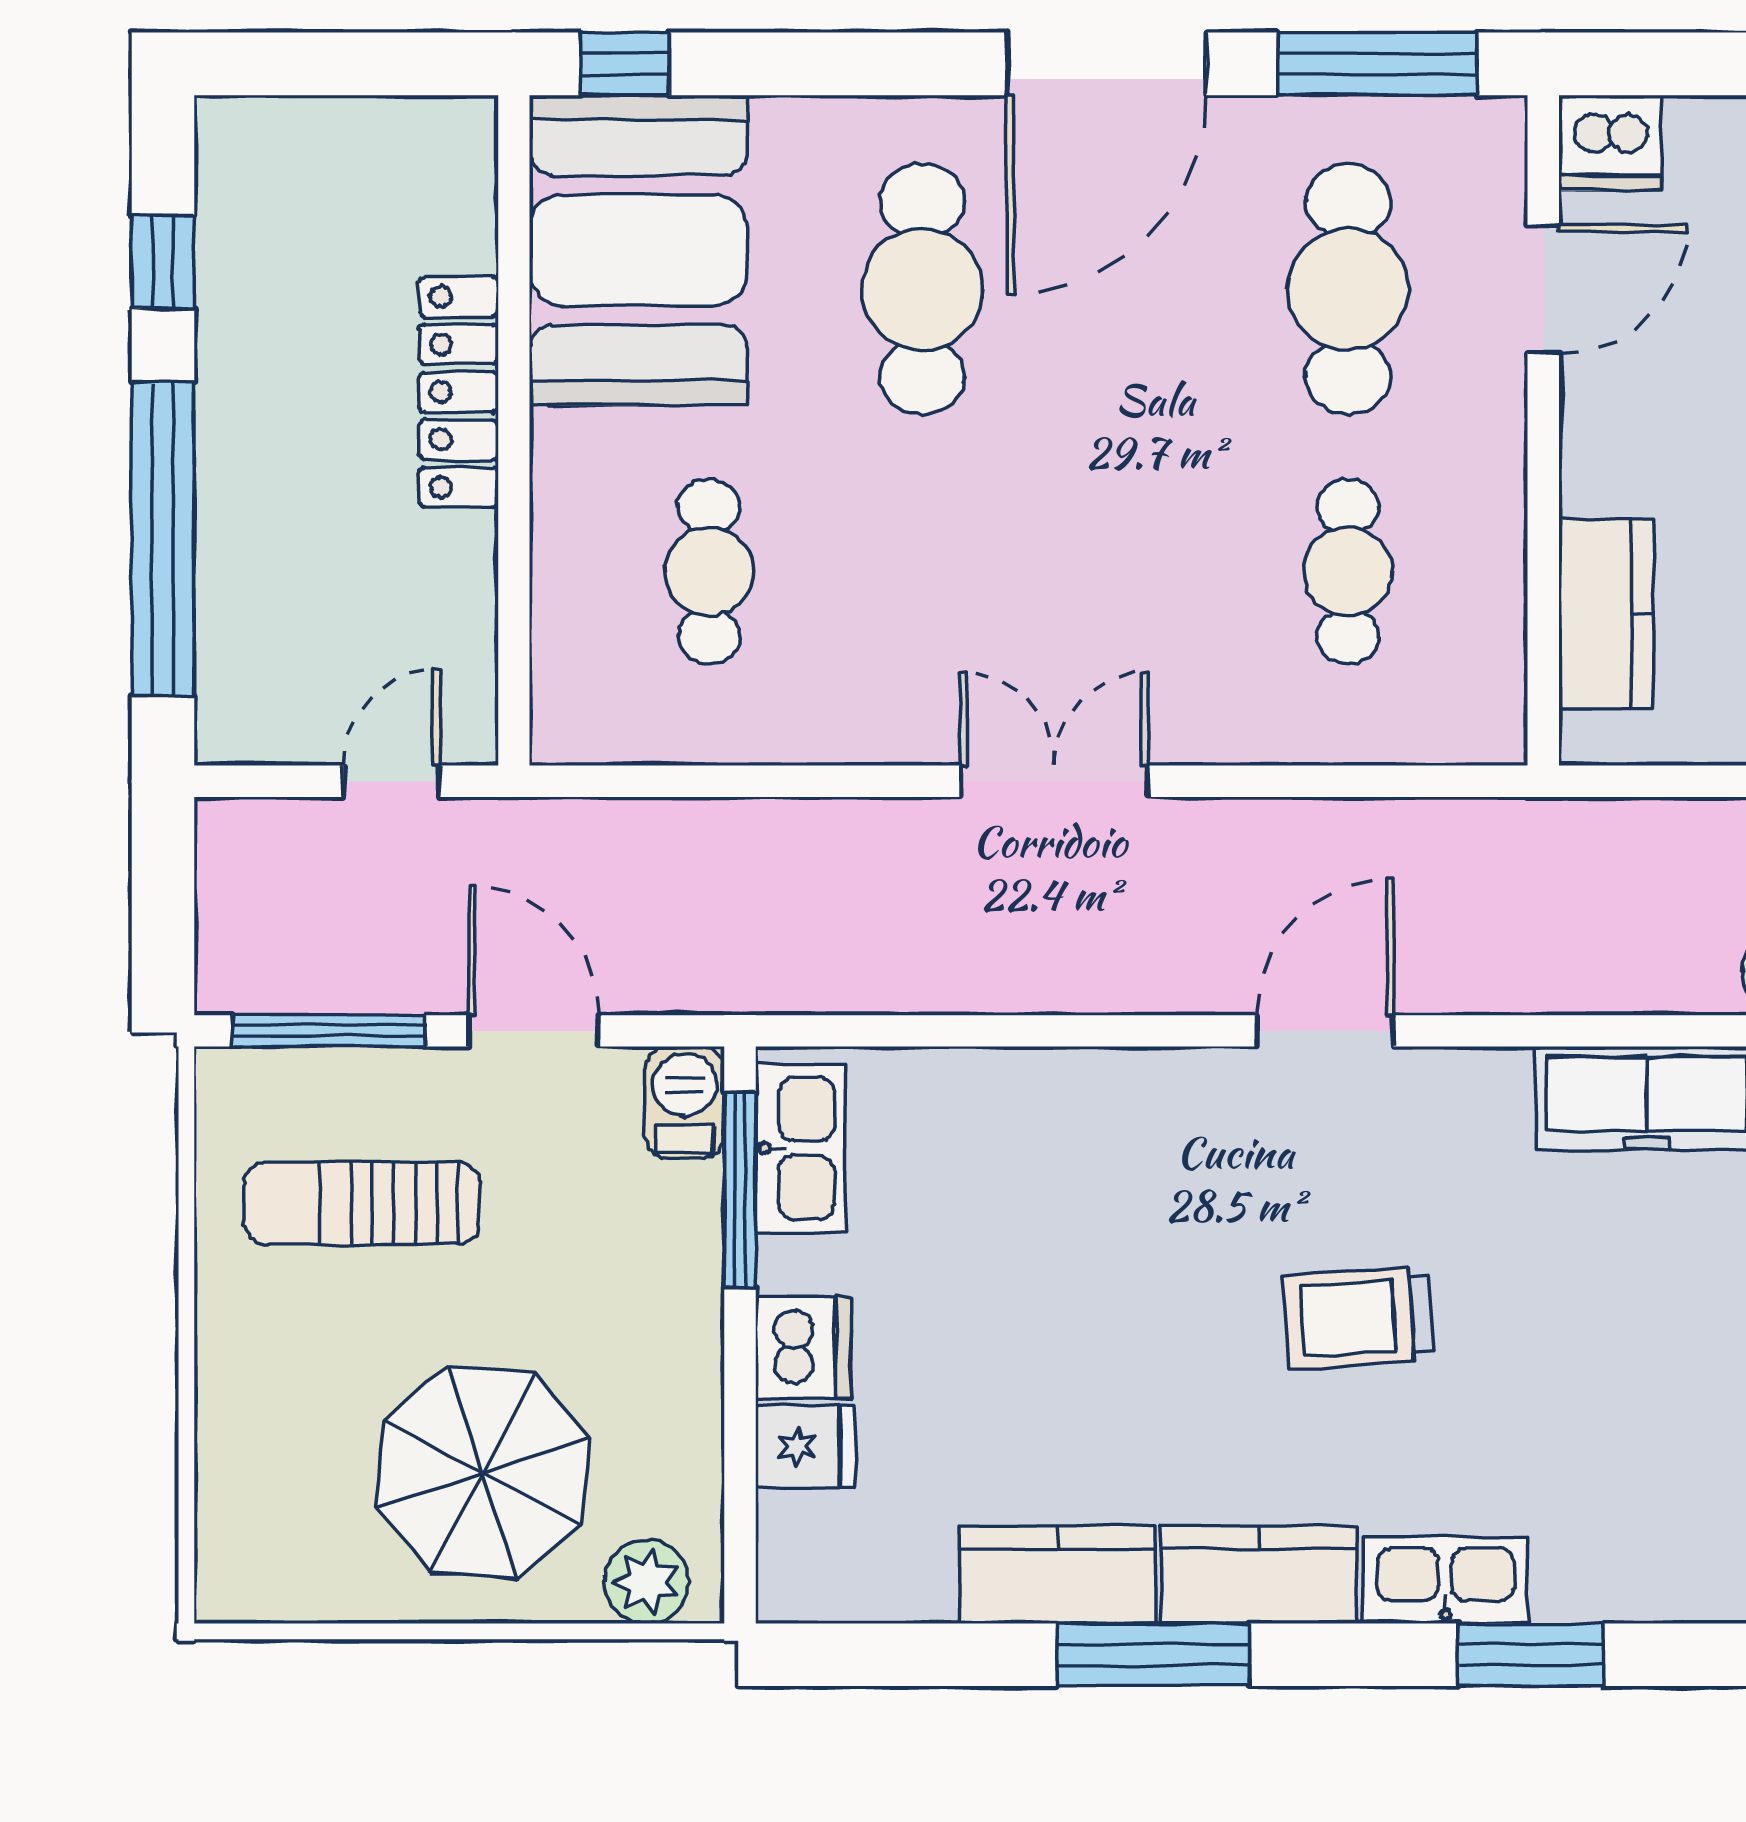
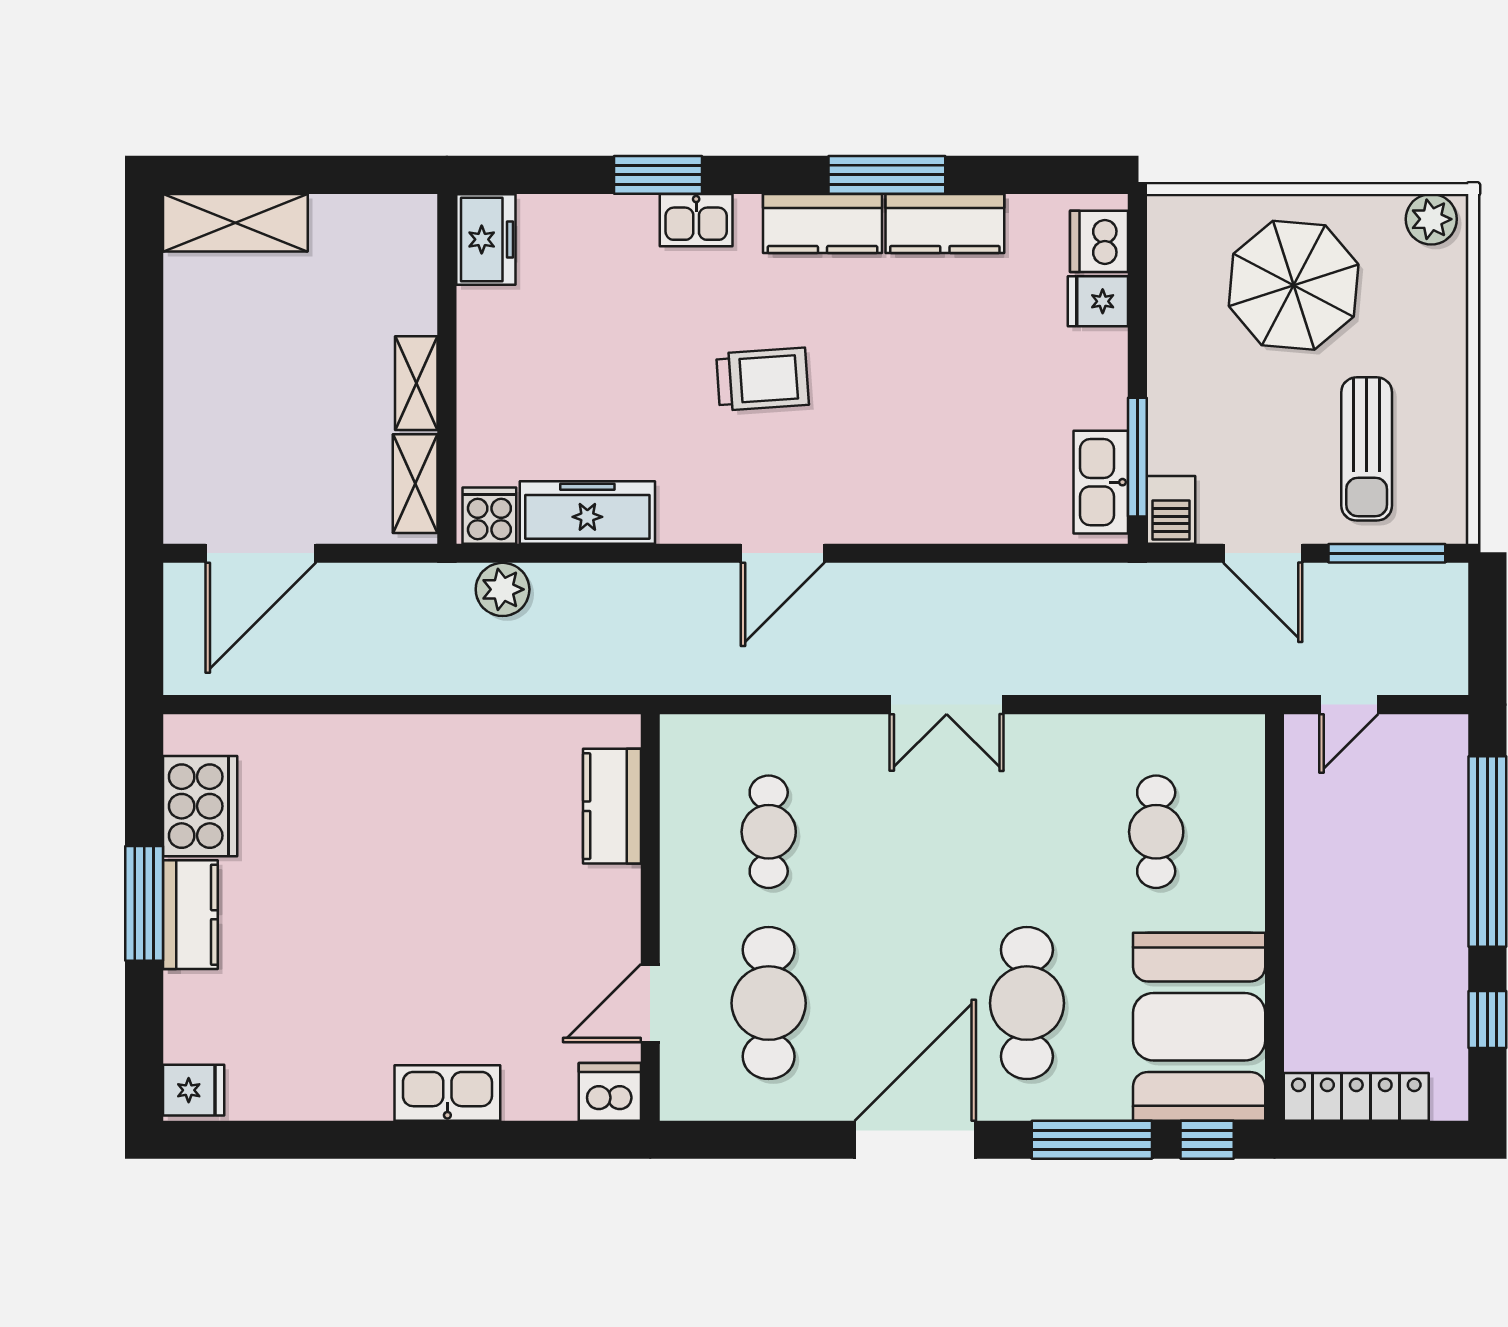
window: (1377, 64) -> (1092, 1140), moved
locker: (459, 392) -> (1356, 1097), moved, turned -90
sun lounger: (362, 1203) -> (1367, 449), turned 90
dishwasher: (803, 1348) -> (1099, 241), moved
kitchen sink: (1445, 1580) -> (696, 220), width x0.73
plant: (647, 1582) -> (1431, 219), moved

